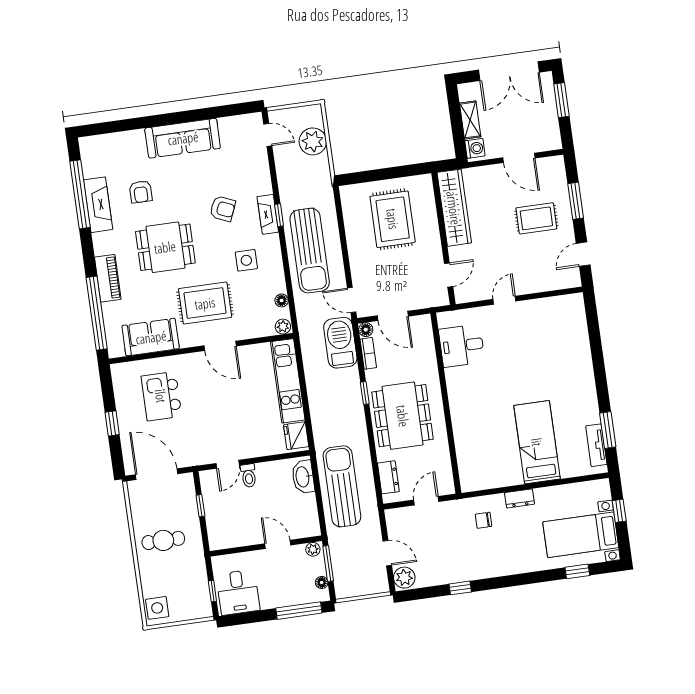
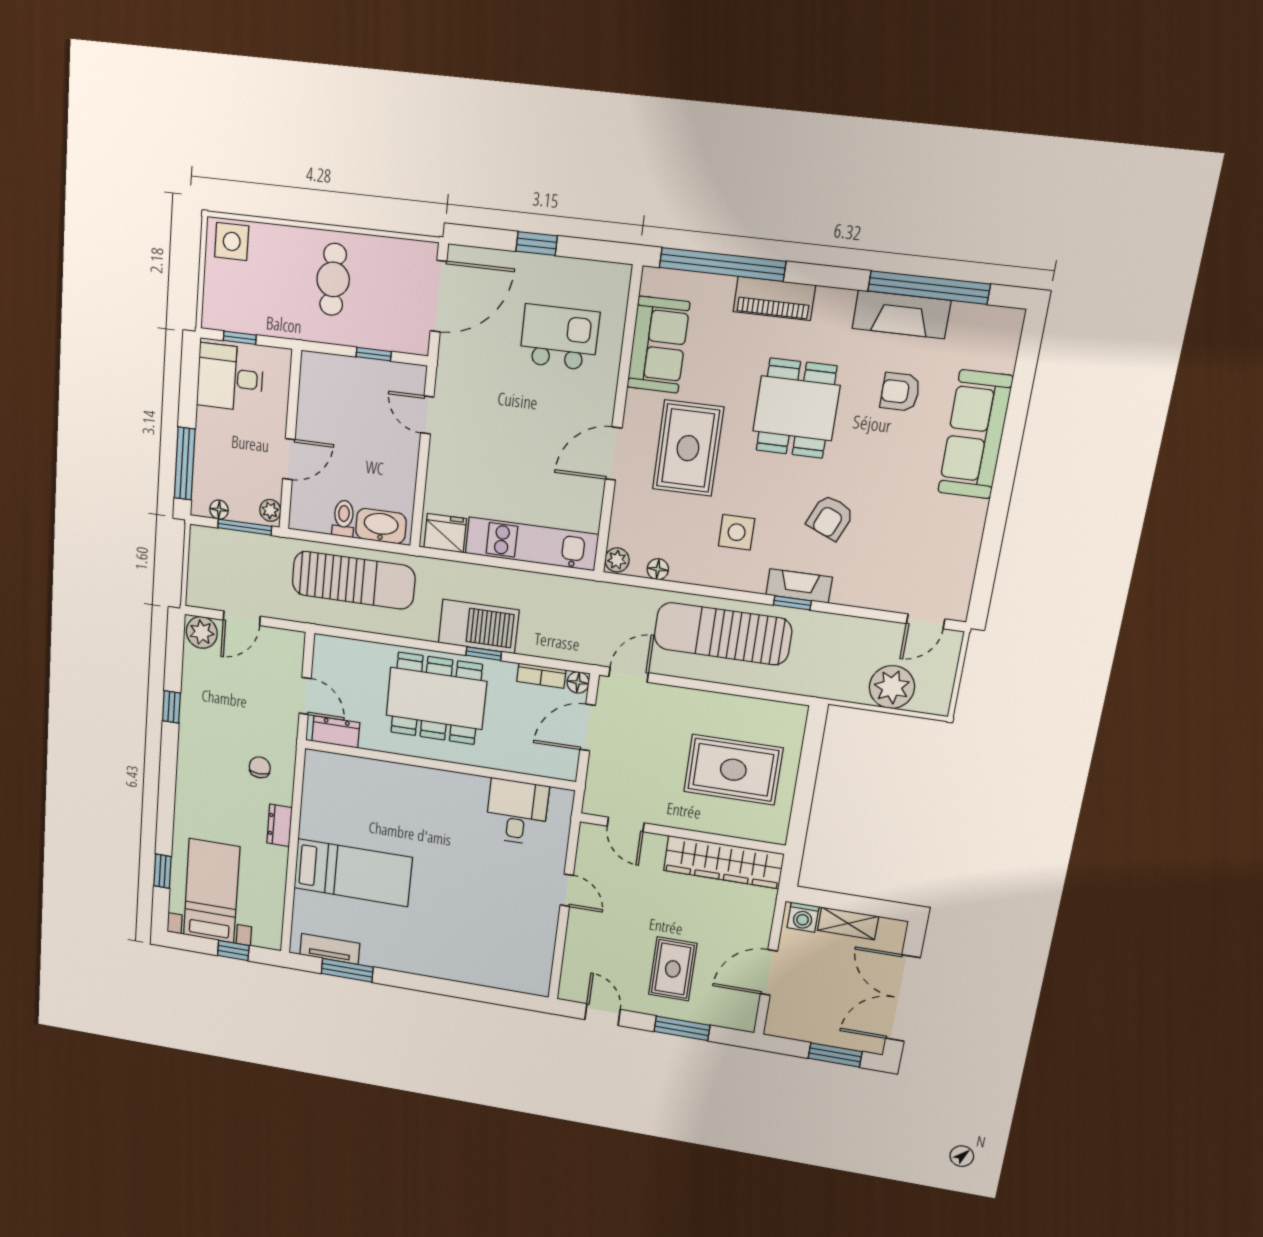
sofa: (183, 138) -> (975, 435), moved
barbecue: (340, 343) -> (479, 626), moved
toilet: (249, 476) -> (344, 518), moved, turned 90
dresser: (388, 477) -> (336, 732), moved, turned 180

